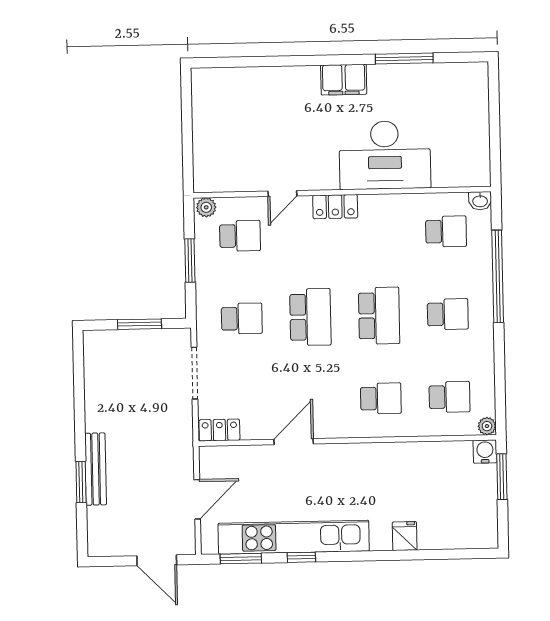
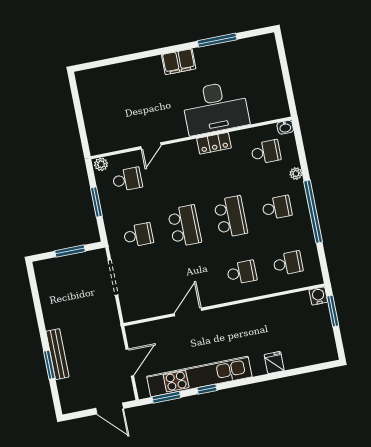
locker: (335, 207) -> (214, 143), moved
window: (498, 276) -> (313, 212), moved
plant: (487, 426) -> (296, 174), moved
locker: (219, 430) -> (137, 313), removed

